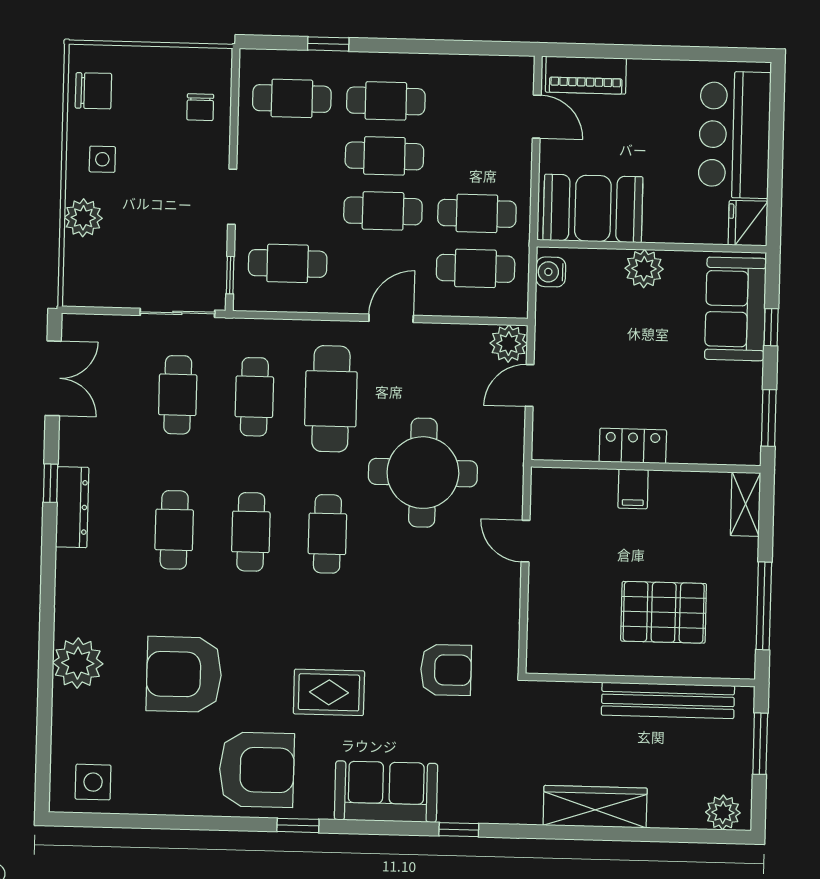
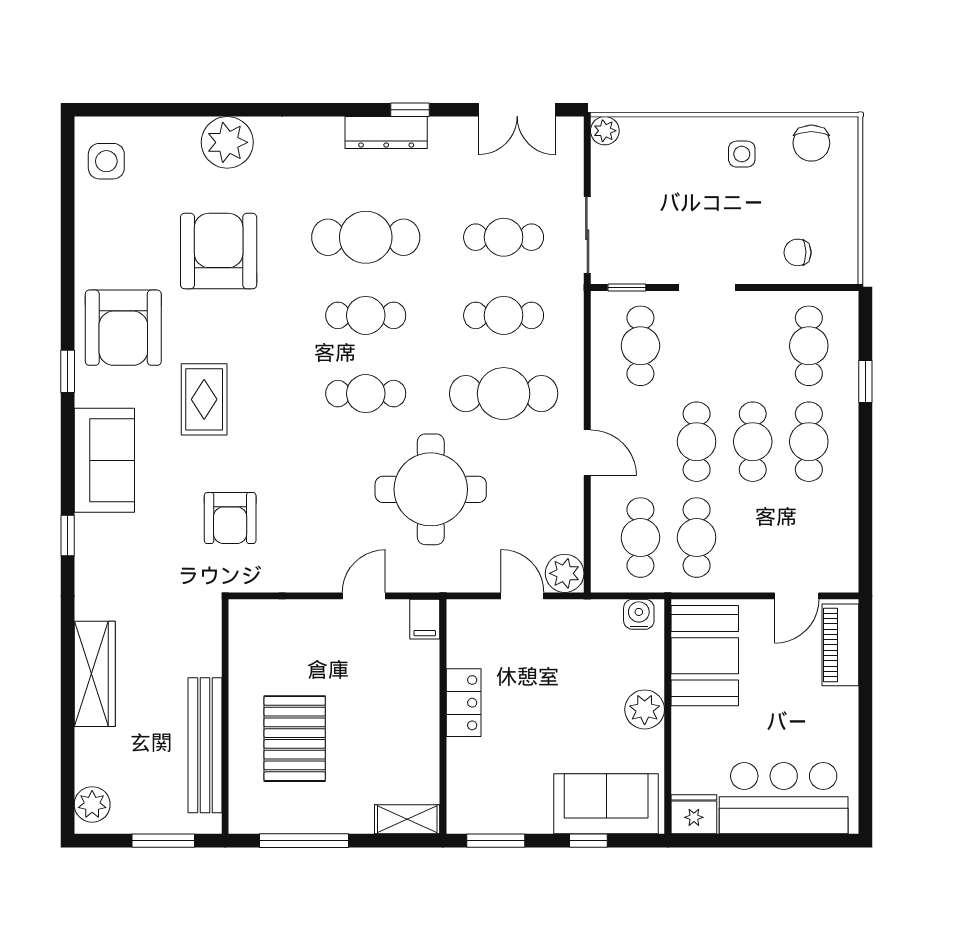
plant: (83, 218) -> (605, 131), moved, width x0.73, depth x0.73
filing cabinet: (633, 489) -> (425, 619), moved, turned -90
cafe table: (174, 530) -> (366, 237), width x1.37, depth x1.35

